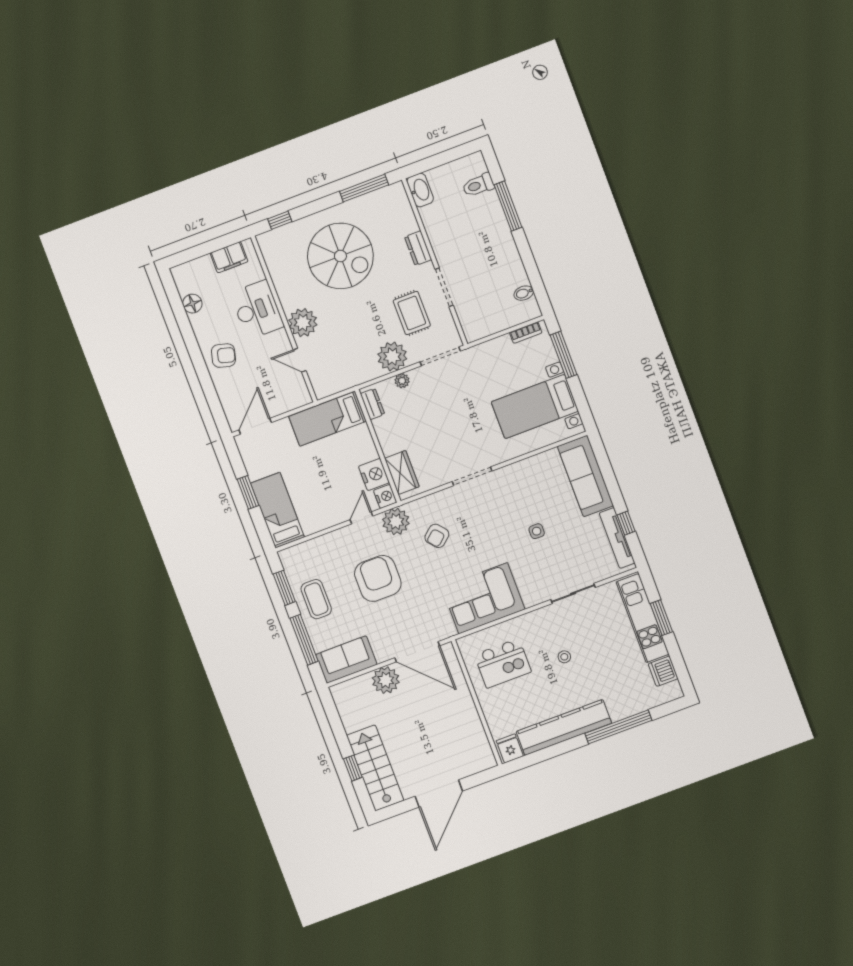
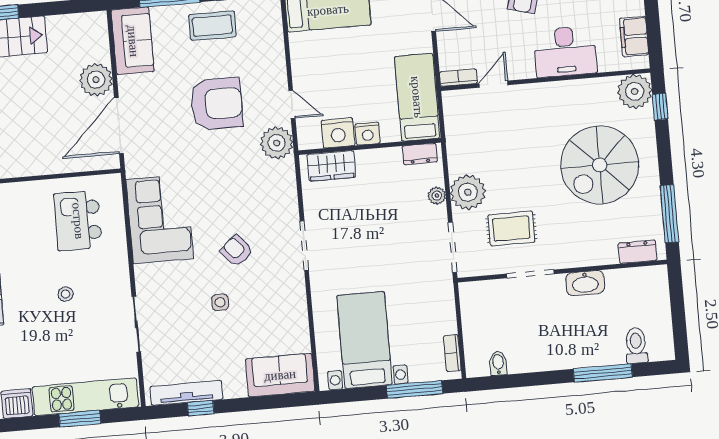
washbasin: (420, 190) -> (585, 283), moved
dresser: (418, 248) -> (638, 252), moved
plant: (303, 323) -> (635, 91), moved
bookcase: (302, 390) -> (458, 78), added
sofa: (585, 476) -> (280, 375), width x0.73
nightstand: (385, 496) -> (368, 134), moved
armchair: (437, 536) -> (237, 251), moved

